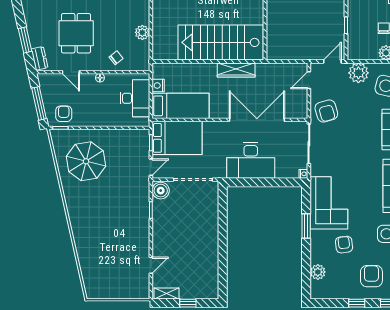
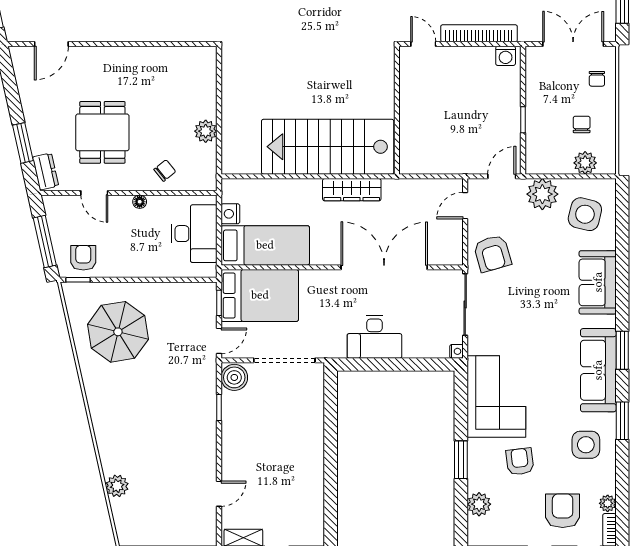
desk: (251, 160) -> (374, 337), width x0.73, depth x0.77
window: (306, 226) -> (461, 460), moved
plant: (85, 260) -> (117, 486), added

